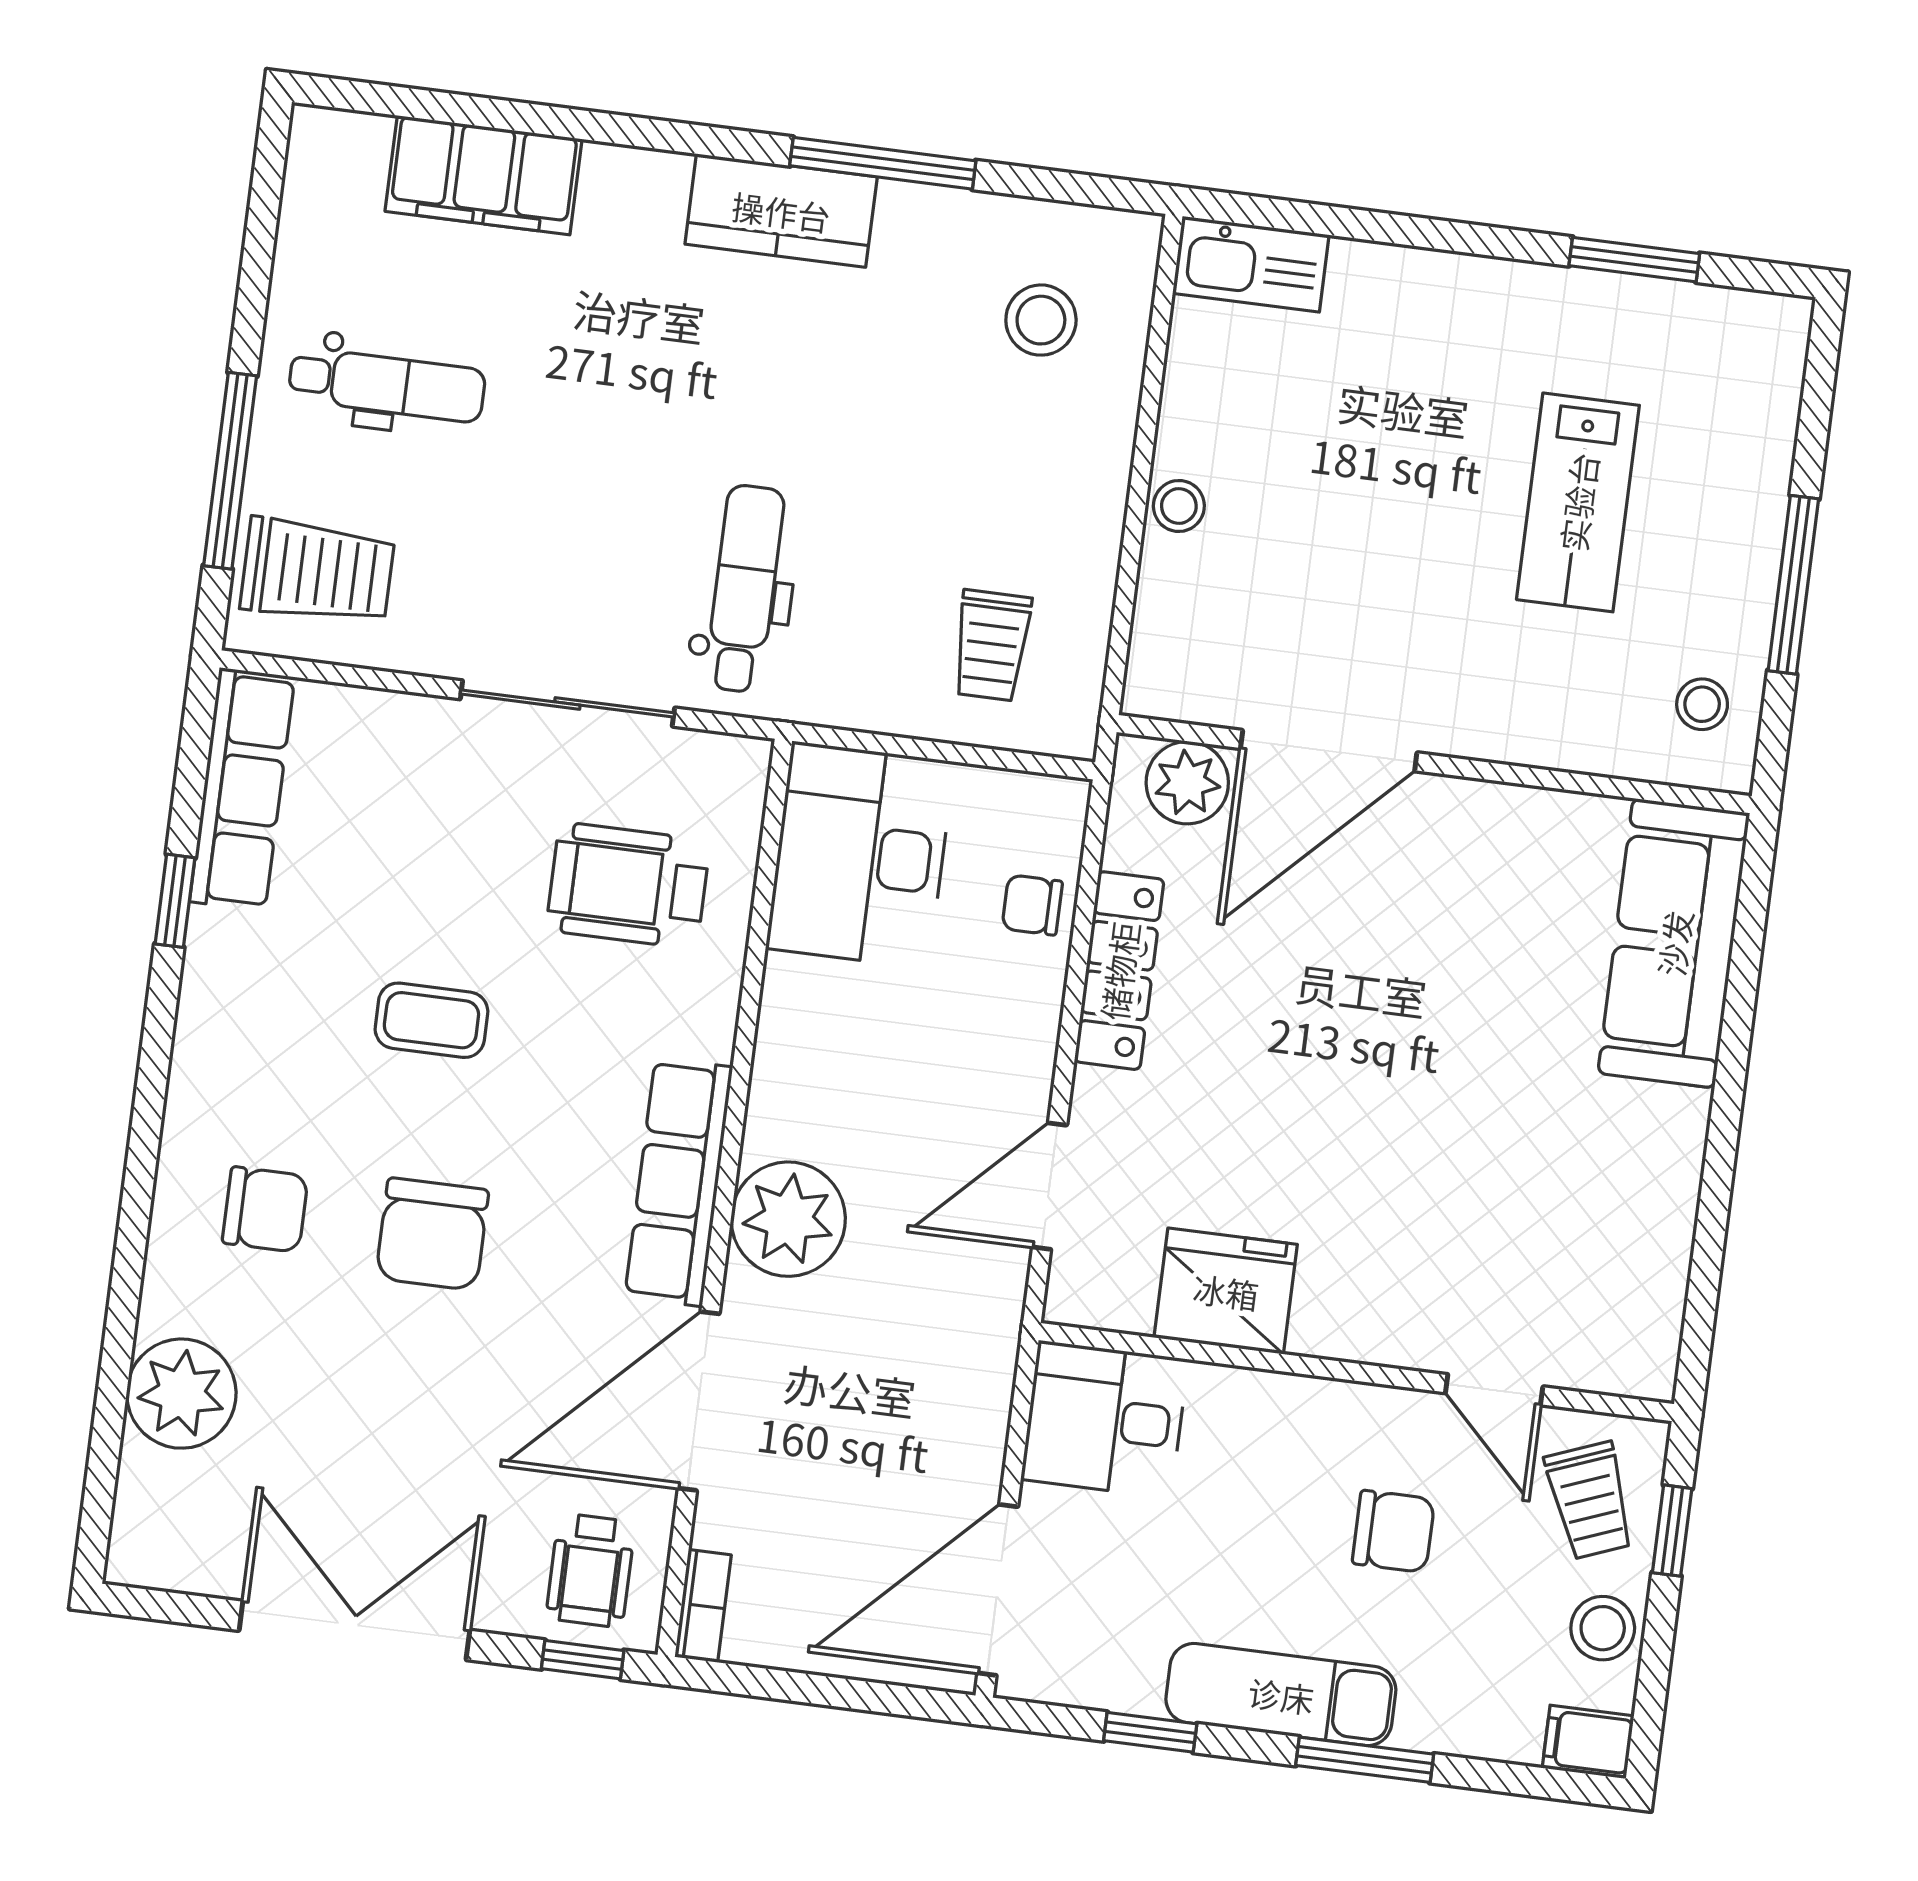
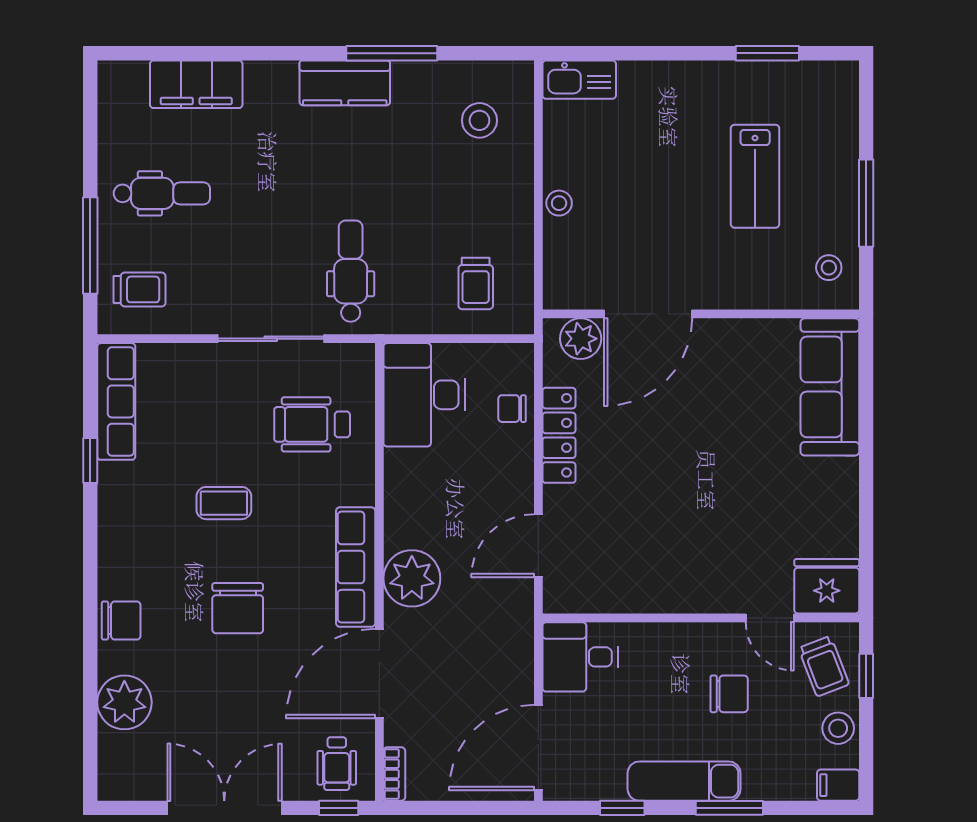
trolley: (317, 571) -> (140, 289), width x0.73, depth x0.72
chair: (265, 1210) -> (121, 620), moved
fridge: (1226, 1291) -> (827, 586), moved

